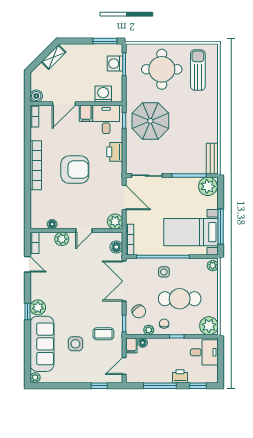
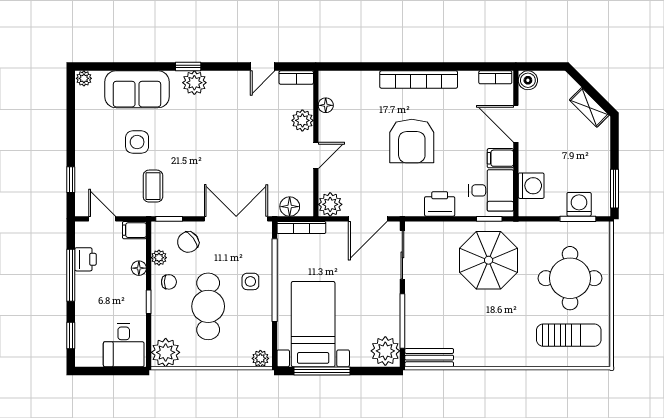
door: (84, 230) -> (316, 155), swing flipped
floor lamp: (143, 343) -> (139, 268), moved
sofa: (42, 344) -> (137, 89), width x0.73
printer: (180, 376) -> (86, 259), moved

